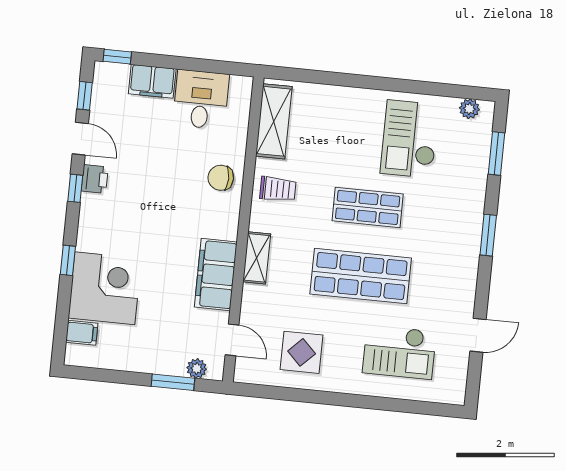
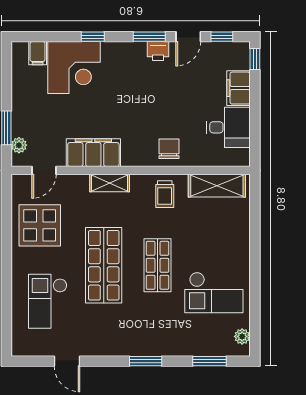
checkout: (410, 139) -> (214, 293), turned 180
window: (75, 188) -> (149, 37), width x1.50
display table: (302, 352) -> (40, 225), width x1.36, depth x1.36

